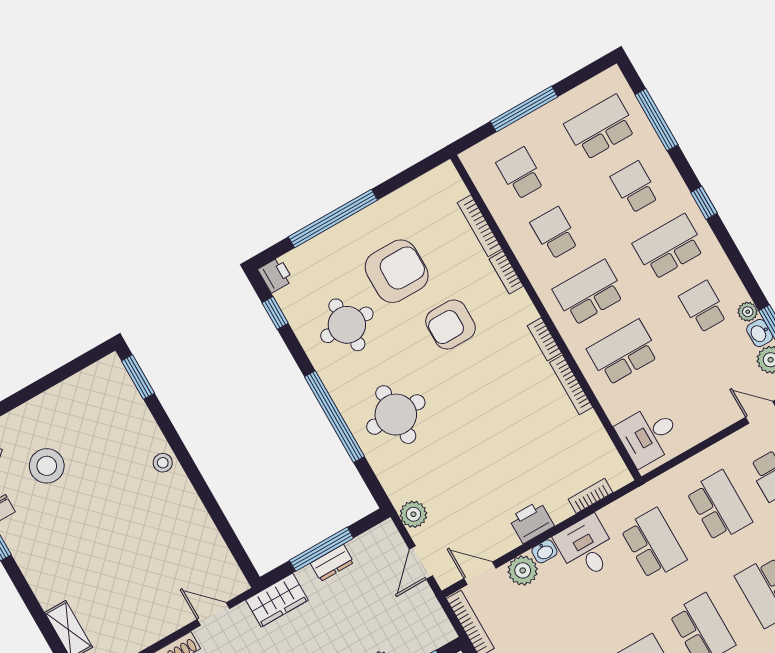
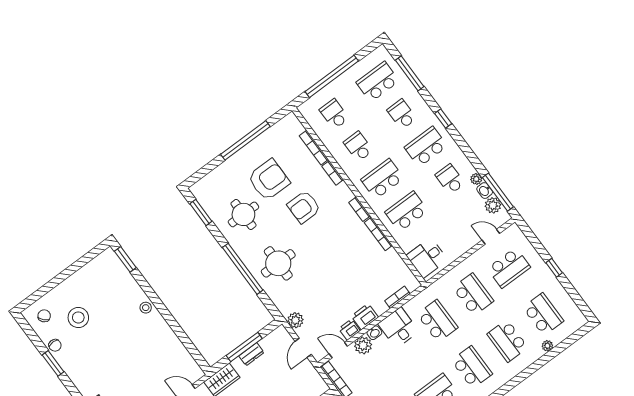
window: (524, 109) -> (332, 76), width x1.46
window: (333, 218) -> (245, 140), moved
printer: (275, 275) -> (349, 330), moved, turned -90
window: (275, 313) -> (201, 213), width x1.50

